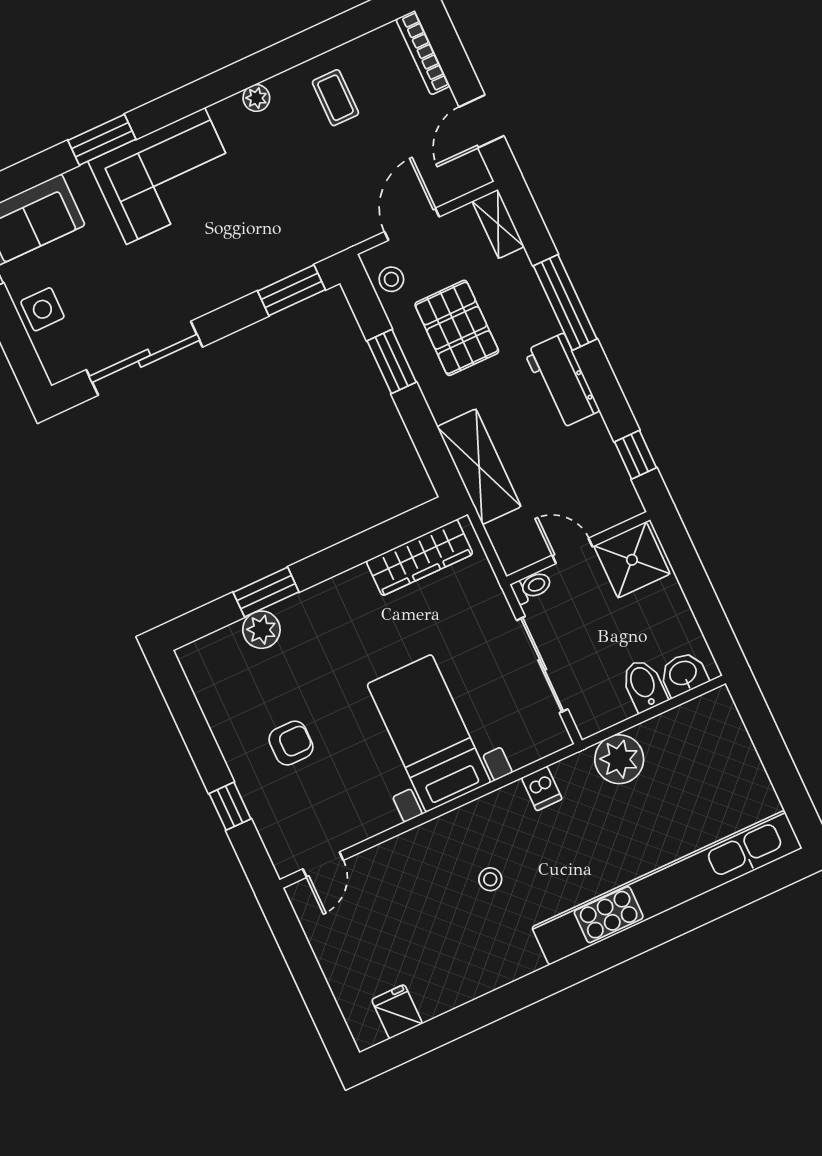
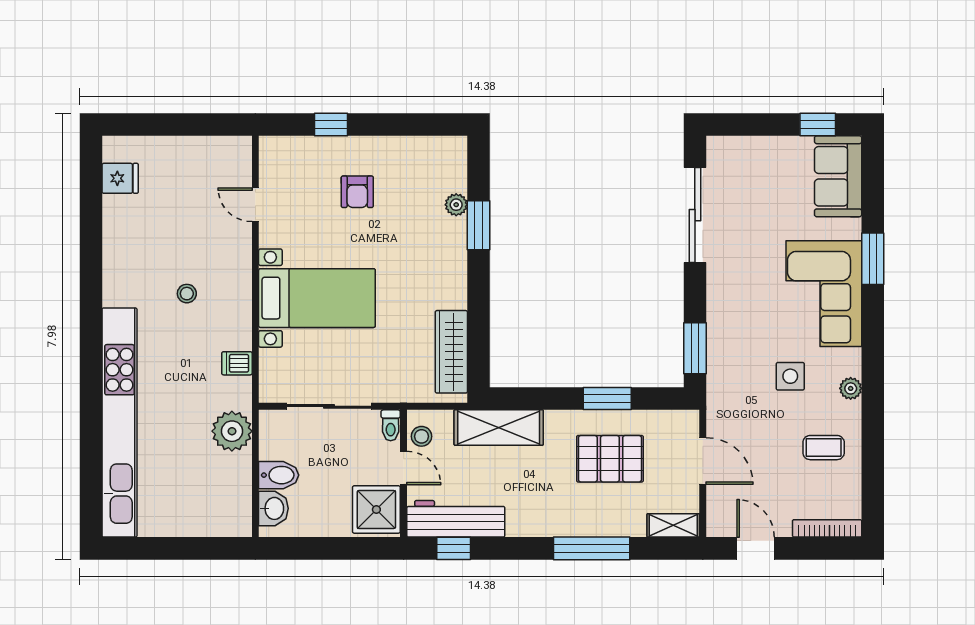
stool: (391, 279) -> (421, 436), moved
side table: (42, 309) -> (790, 376), moved
workbench: (562, 381) -> (456, 519), moved, width x1.38
door: (572, 551) -> (404, 468), hinge flipped
plant: (261, 630) -> (456, 205), width x0.73, depth x0.73
door: (323, 865) -> (255, 205), moved

